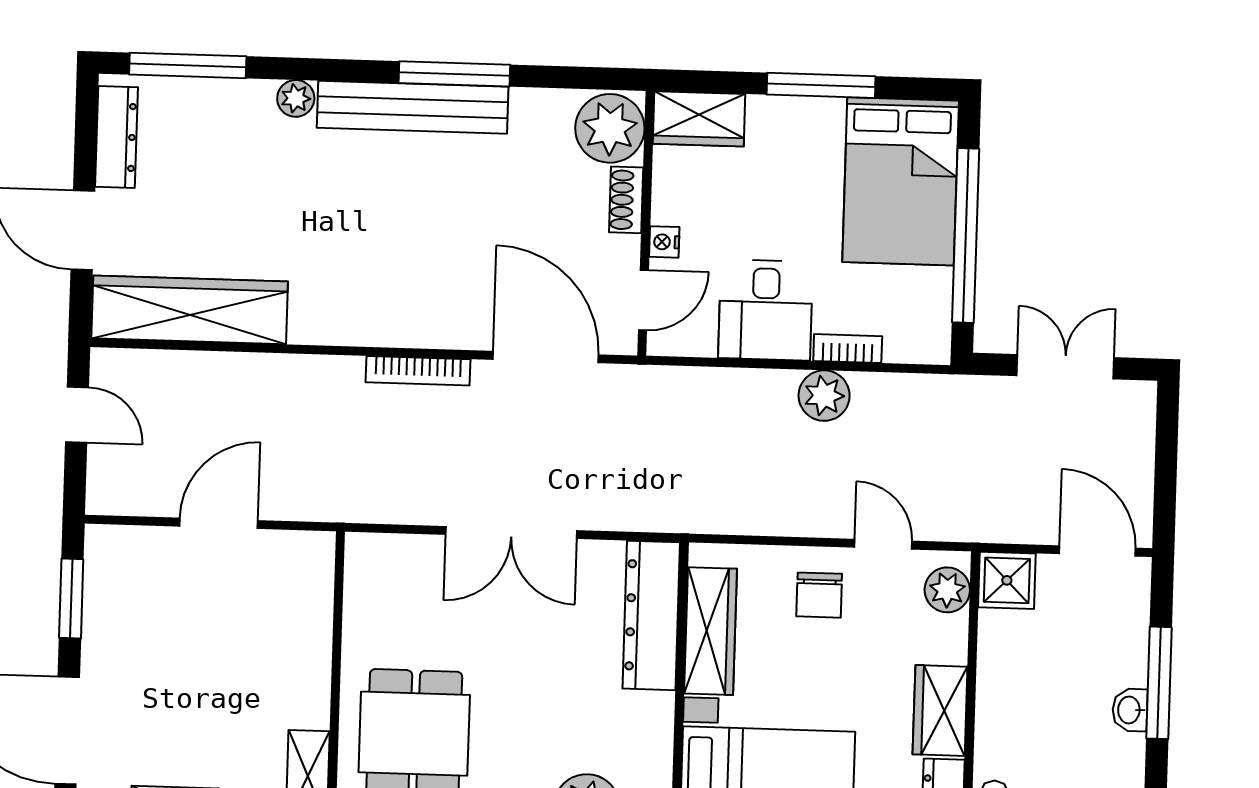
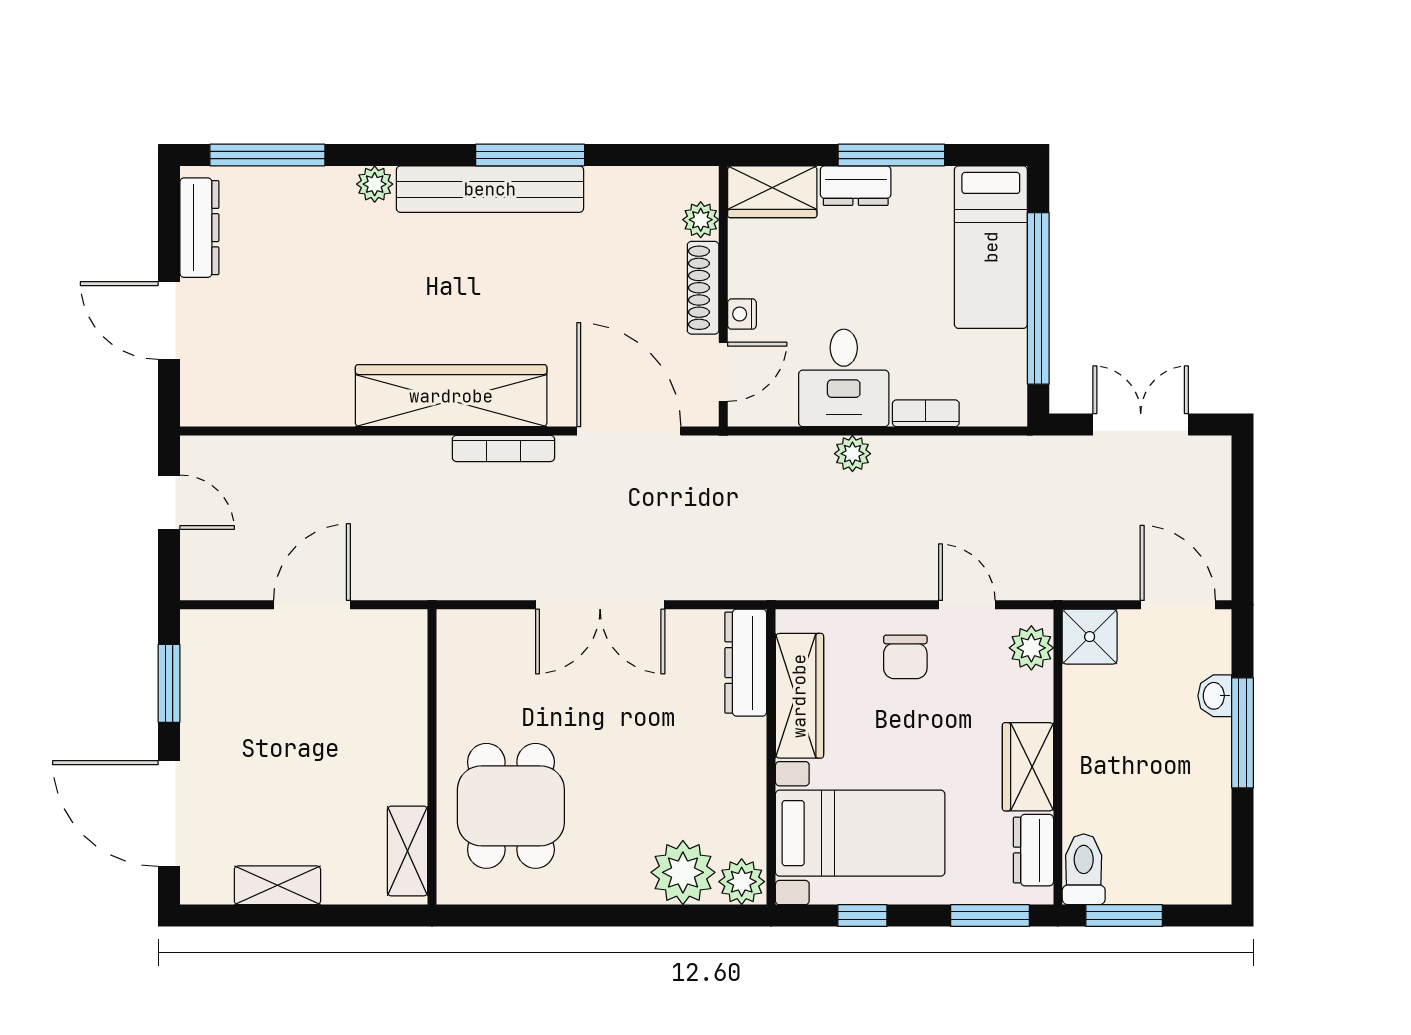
dresser: (784, 115) -> (856, 186), added
plant: (610, 128) -> (701, 220), width x0.53, depth x0.53
bed: (901, 181) -> (991, 247), width x0.67
shoe rack: (626, 200) -> (703, 288), width x1.43
wardrobe: (190, 310) -> (451, 396), moved
plant: (824, 396) -> (852, 454), moved, width x0.73, depth x0.73
dresser: (651, 615) -> (746, 663), width x0.73, depth x0.80
washbasin: (1130, 710) -> (1215, 696), moved

